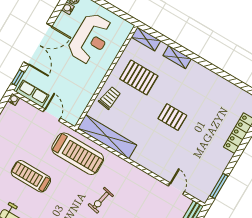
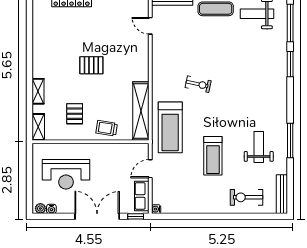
reception desk: (90, 39) -> (66, 174), turned 180
pallet: (139, 77) -> (75, 114), width x0.67, depth x0.71
pallet: (172, 117) -> (91, 65), turned 90
treadmill: (78, 154) -> (170, 127), turned 180
door: (176, 189) -> (150, 26), hinge flipped

